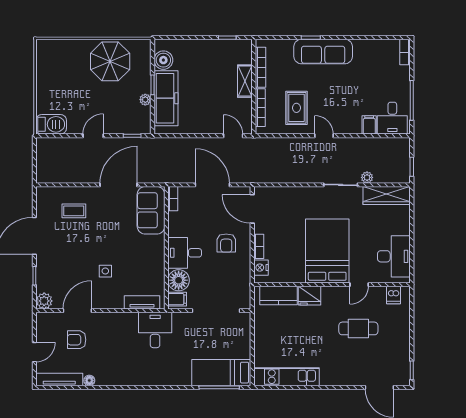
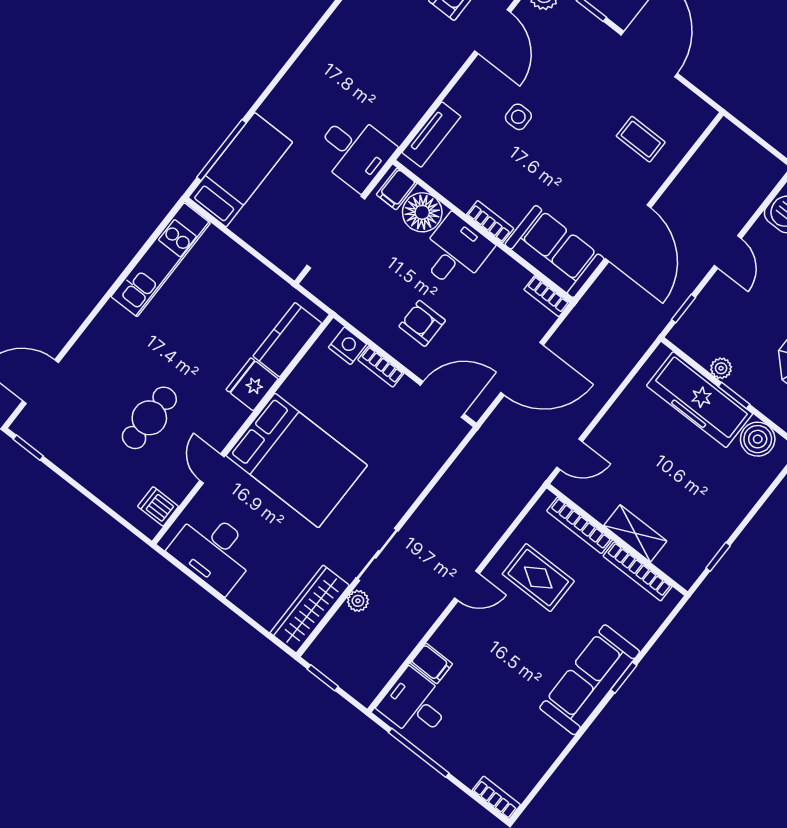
coffee table: (74, 211) -> (641, 139), turned 90
bookcase: (160, 248) -> (490, 222), added
desk: (155, 330) -> (354, 151), moved

